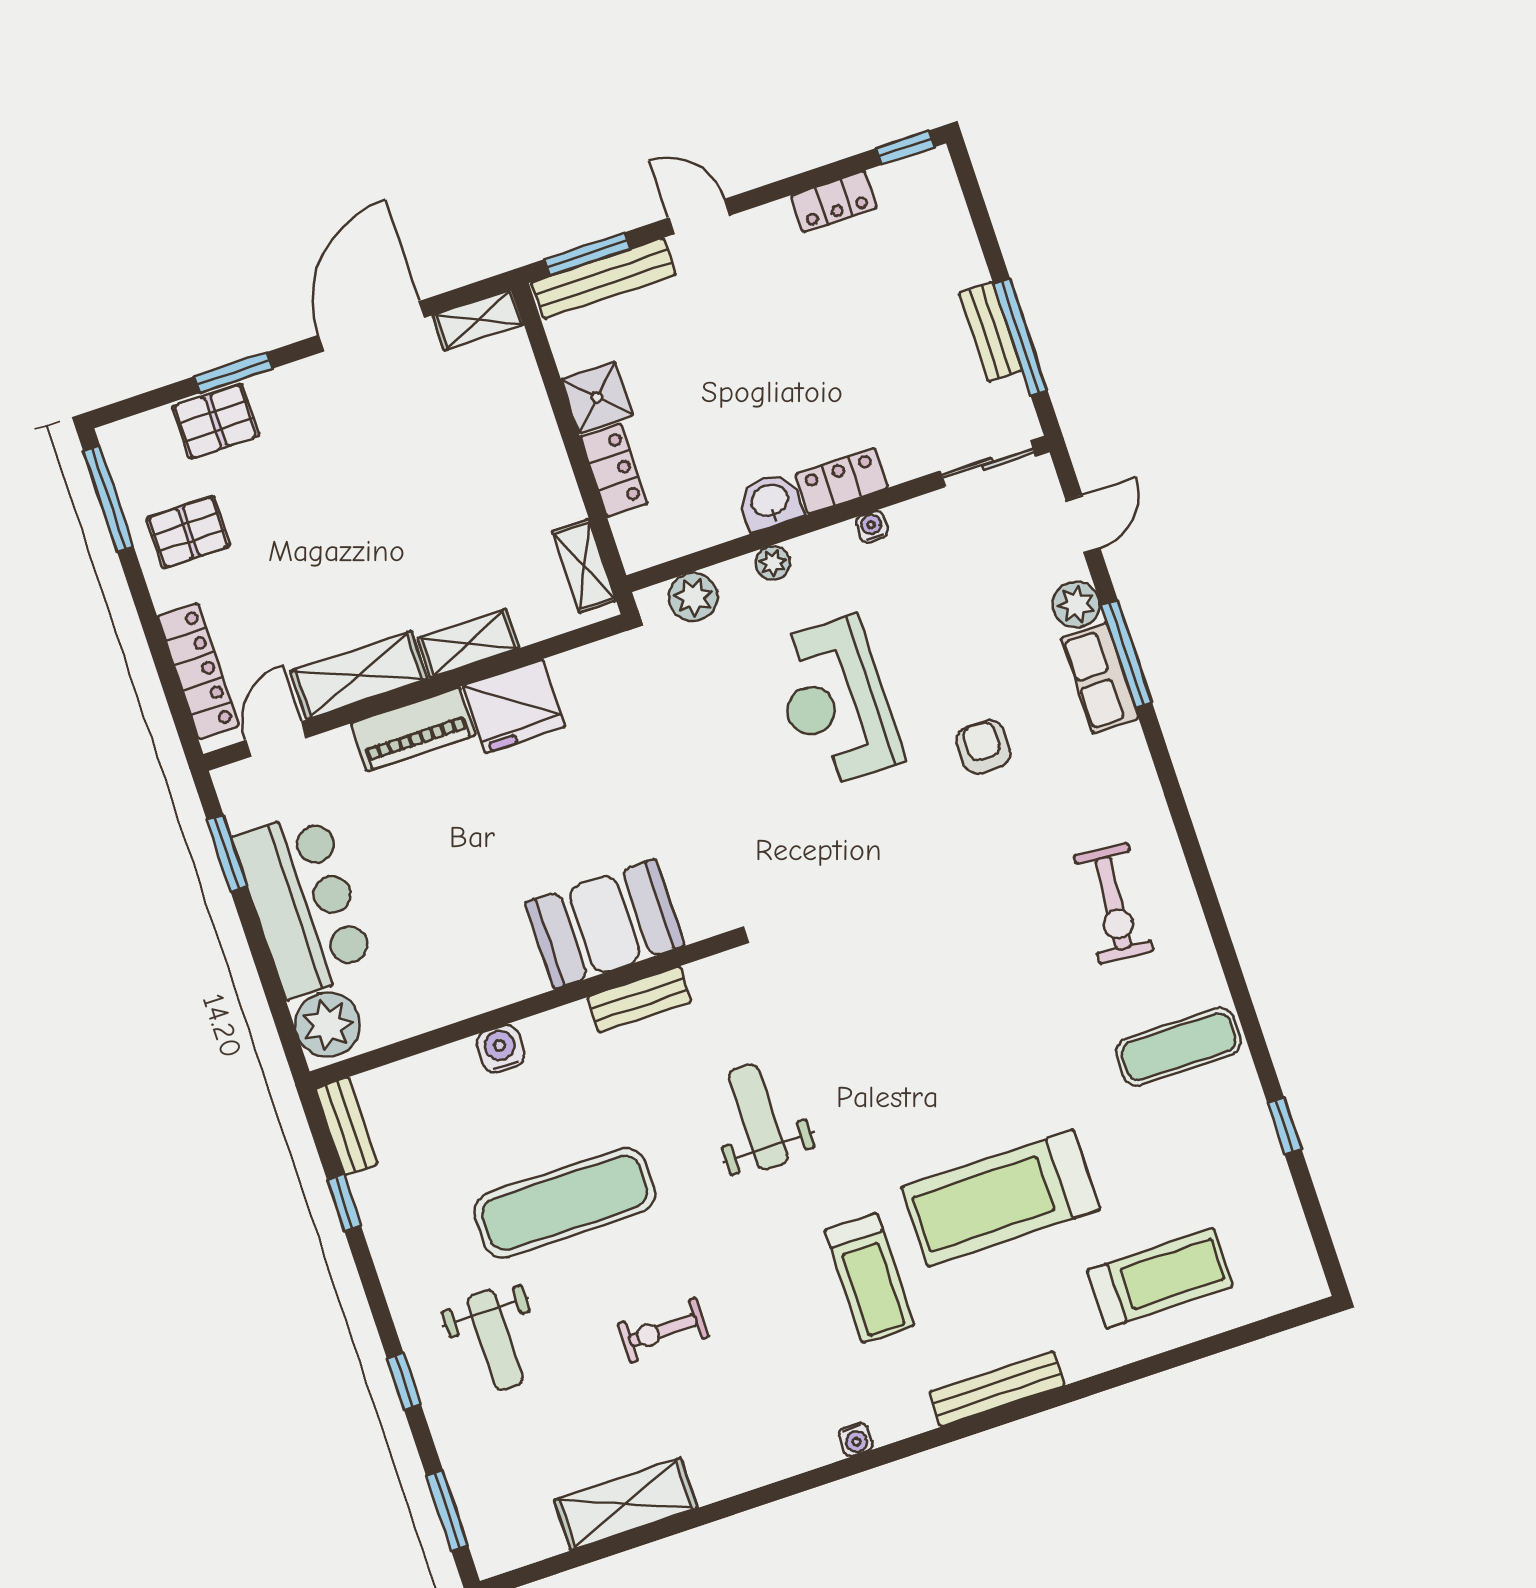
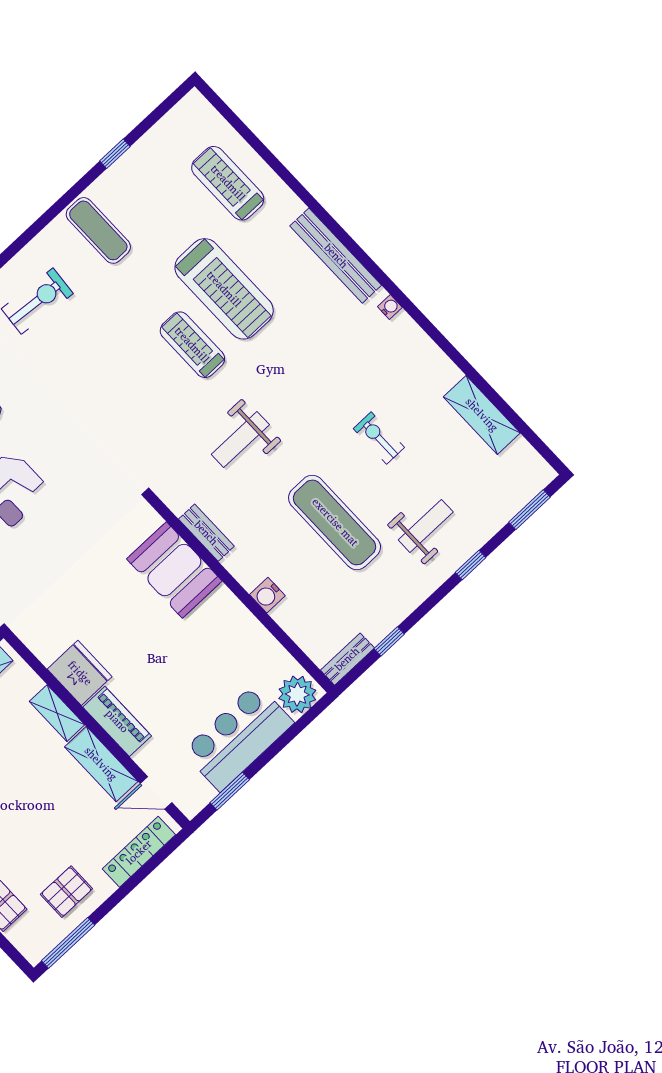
pallet: (188, 532) -> (66, 892), turned 90
treadmill: (870, 1278) -> (192, 345), moved, turned -90
exercise bike: (663, 1330) -> (379, 438), turned 180
bench: (997, 1389) -> (336, 256), width x1.37, depth x1.21

